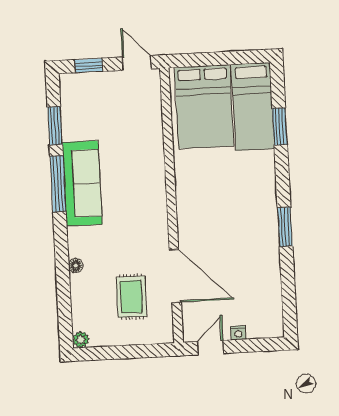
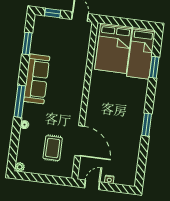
window: (58, 184) -> (20, 101), moved

